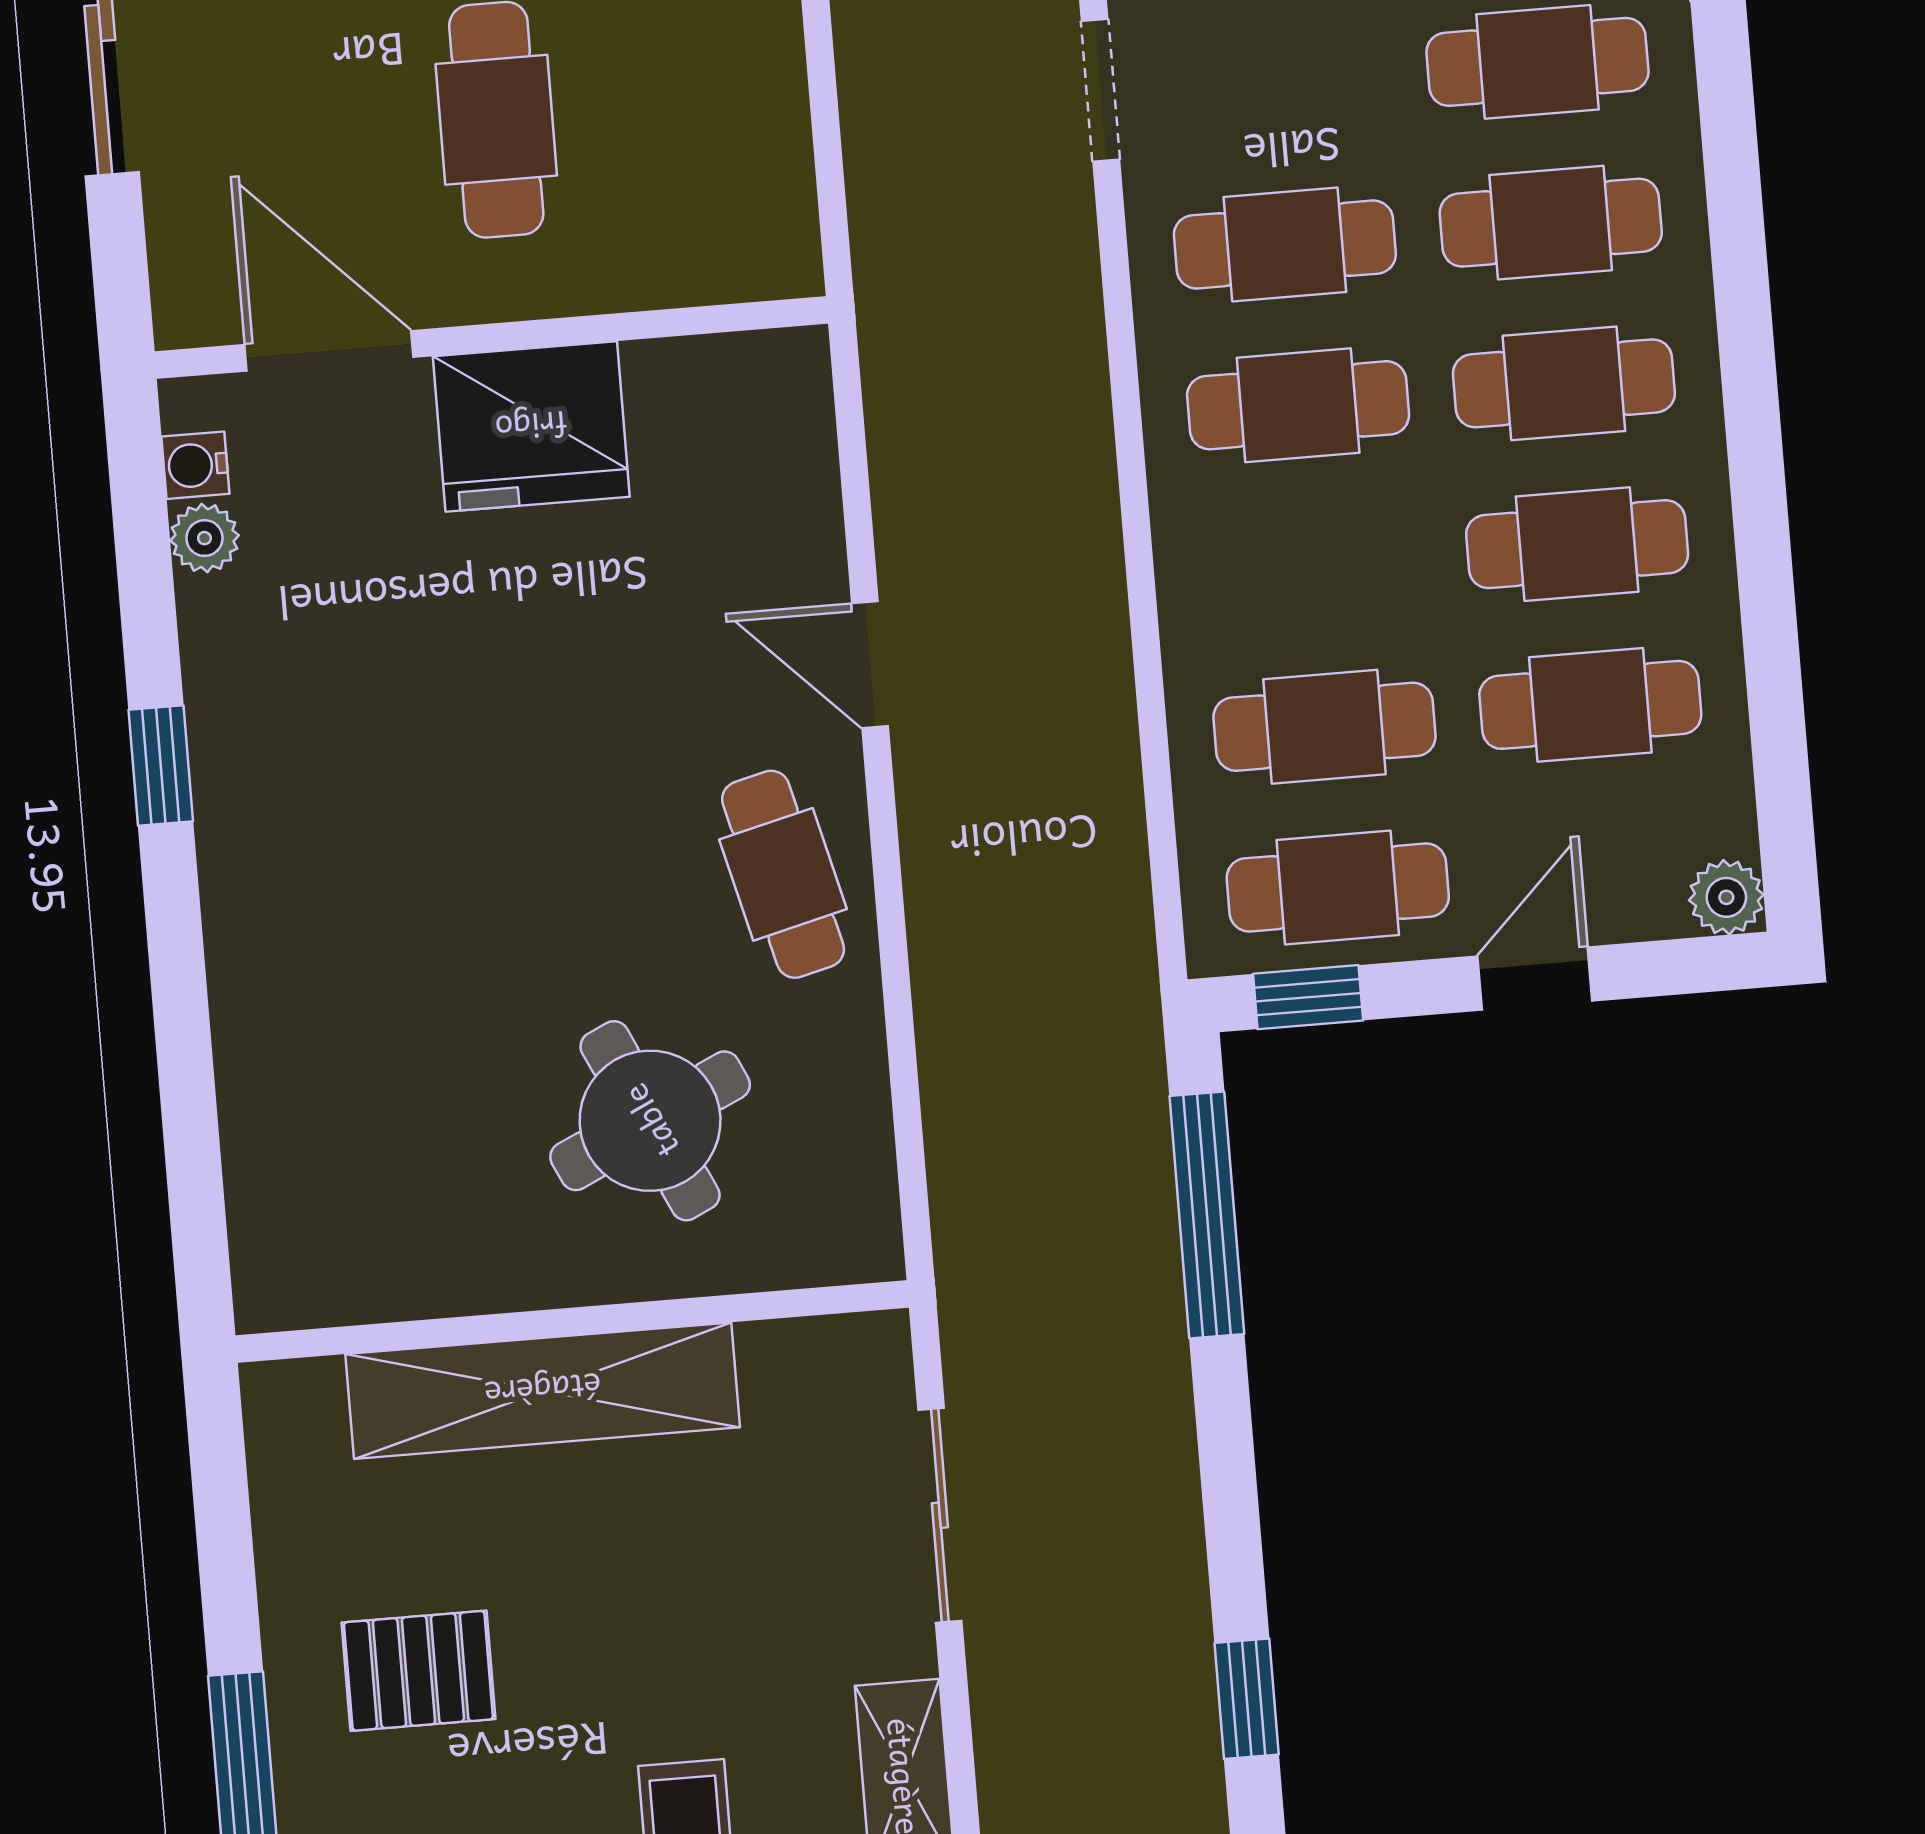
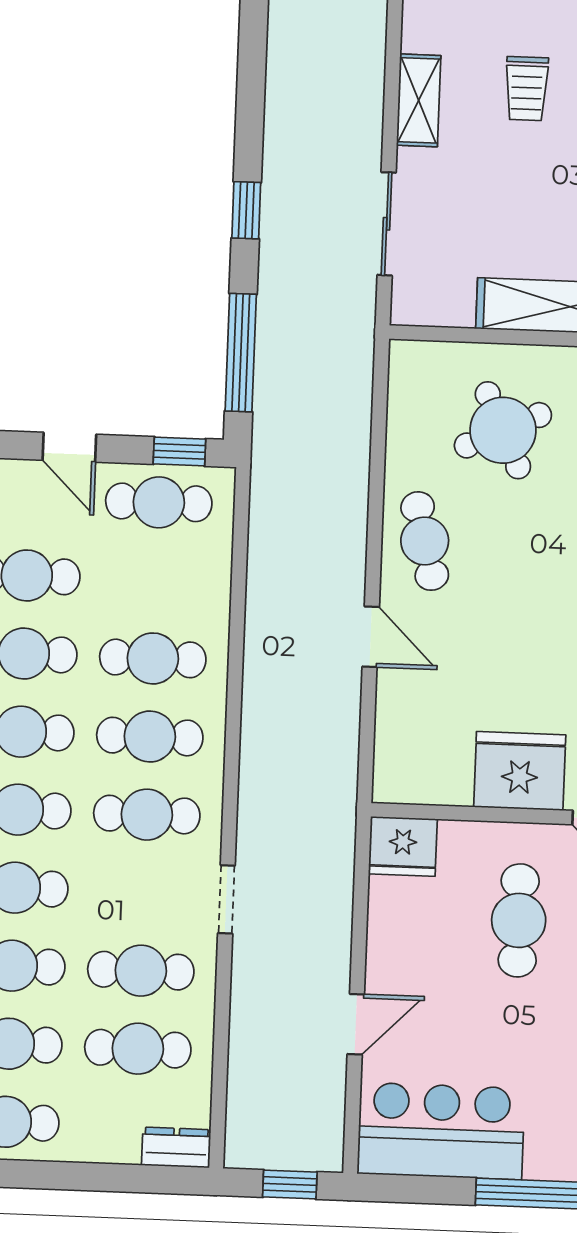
fridge: (752, 243) -> (403, 846), added
cafe table: (1325, 727) -> (153, 658), moved
door: (1535, 978) -> (69, 447), hinge flipped
window: (1247, 1699) -> (246, 210), moved

